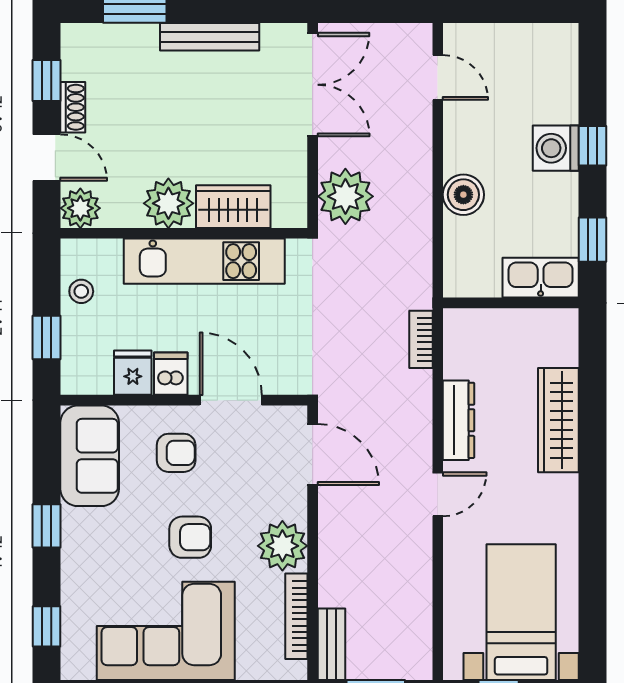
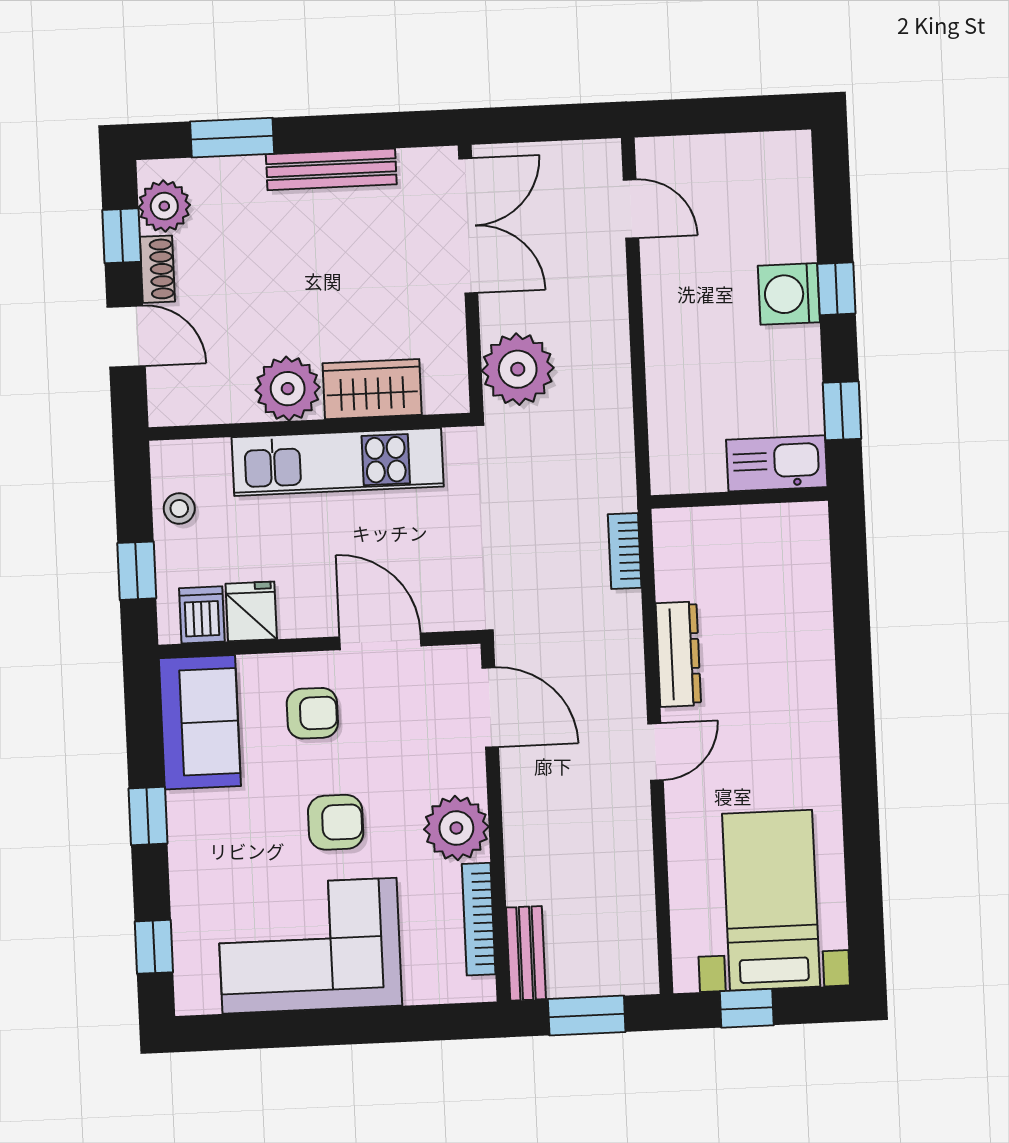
boiler: (463, 195) -> (671, 360), removed
plant: (80, 208) -> (164, 206), moved
dishwasher: (171, 374) -> (202, 615), moved
wardrobe: (558, 420) -> (808, 648), removed

